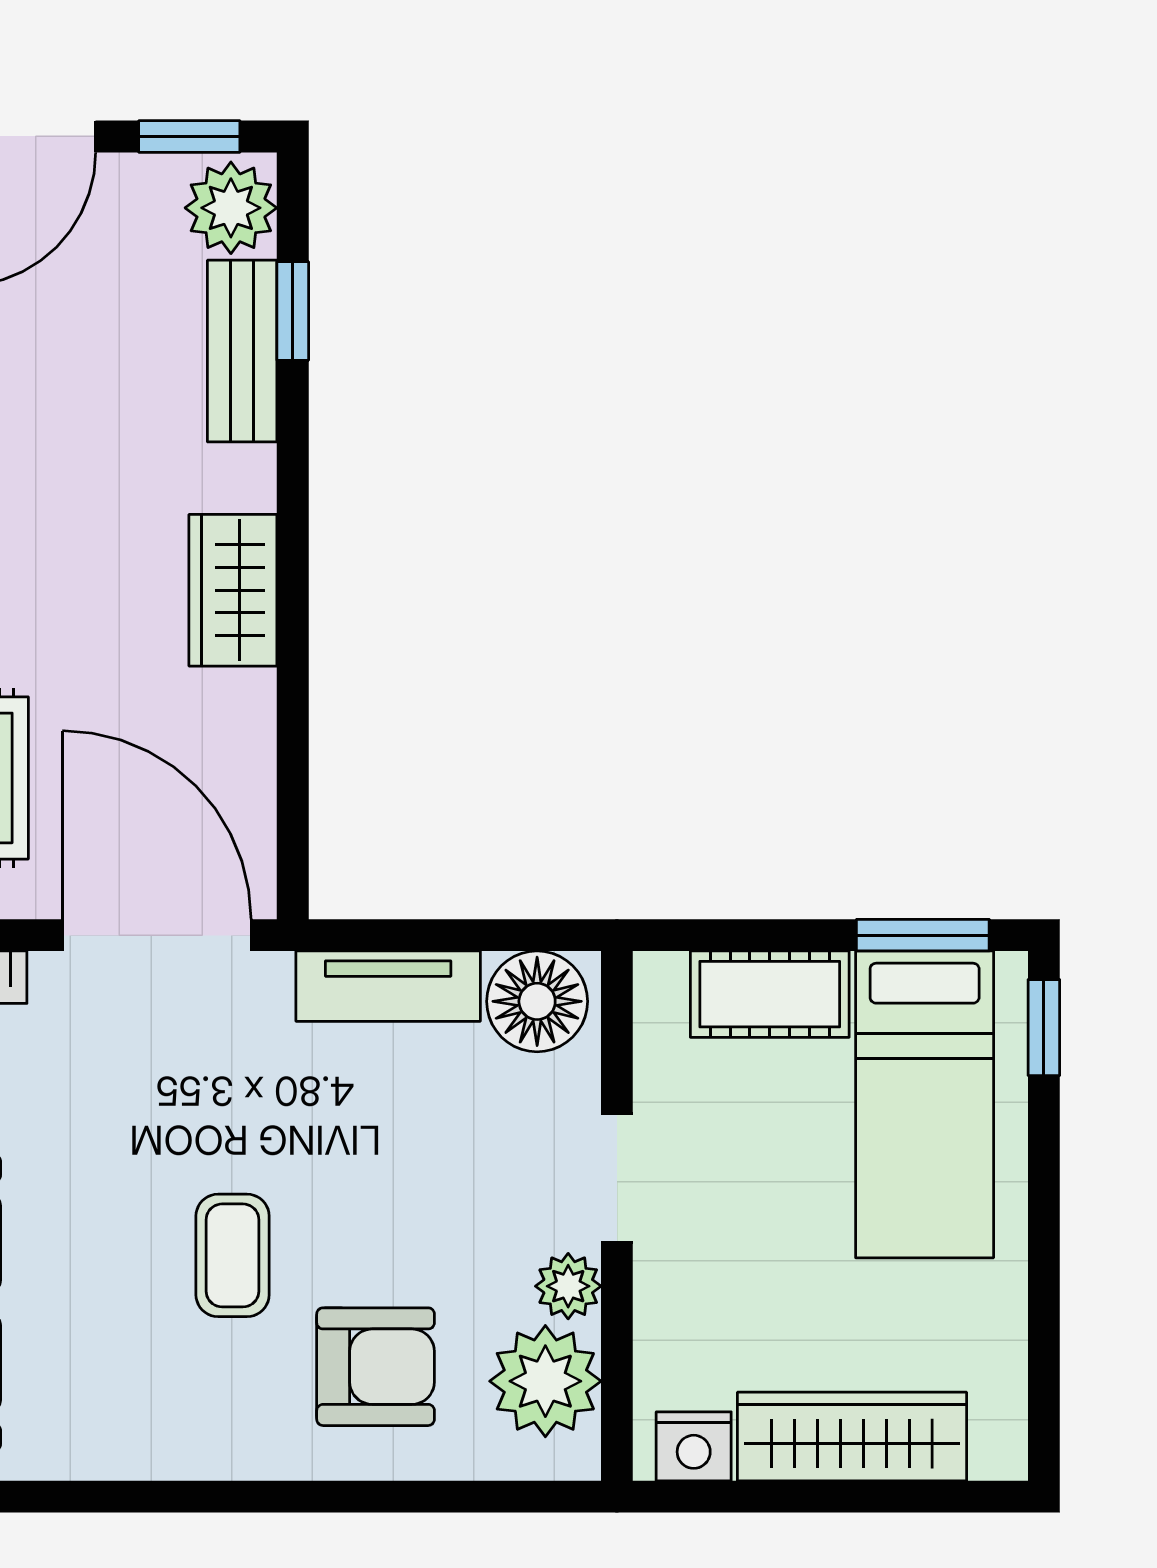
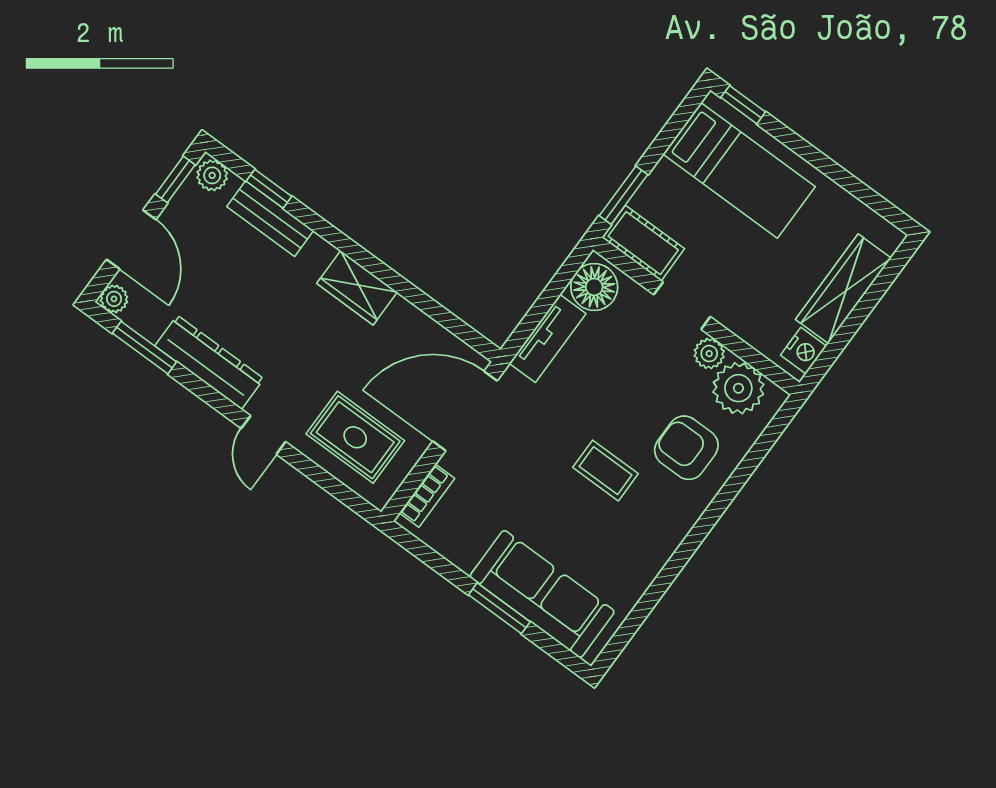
plant: (231, 208) -> (212, 175), width x0.73, depth x0.73
window: (923, 935) -> (623, 195), moved
cot: (770, 994) -> (643, 243), moved, turned 90
armchair: (376, 1367) -> (686, 448), turned -90

